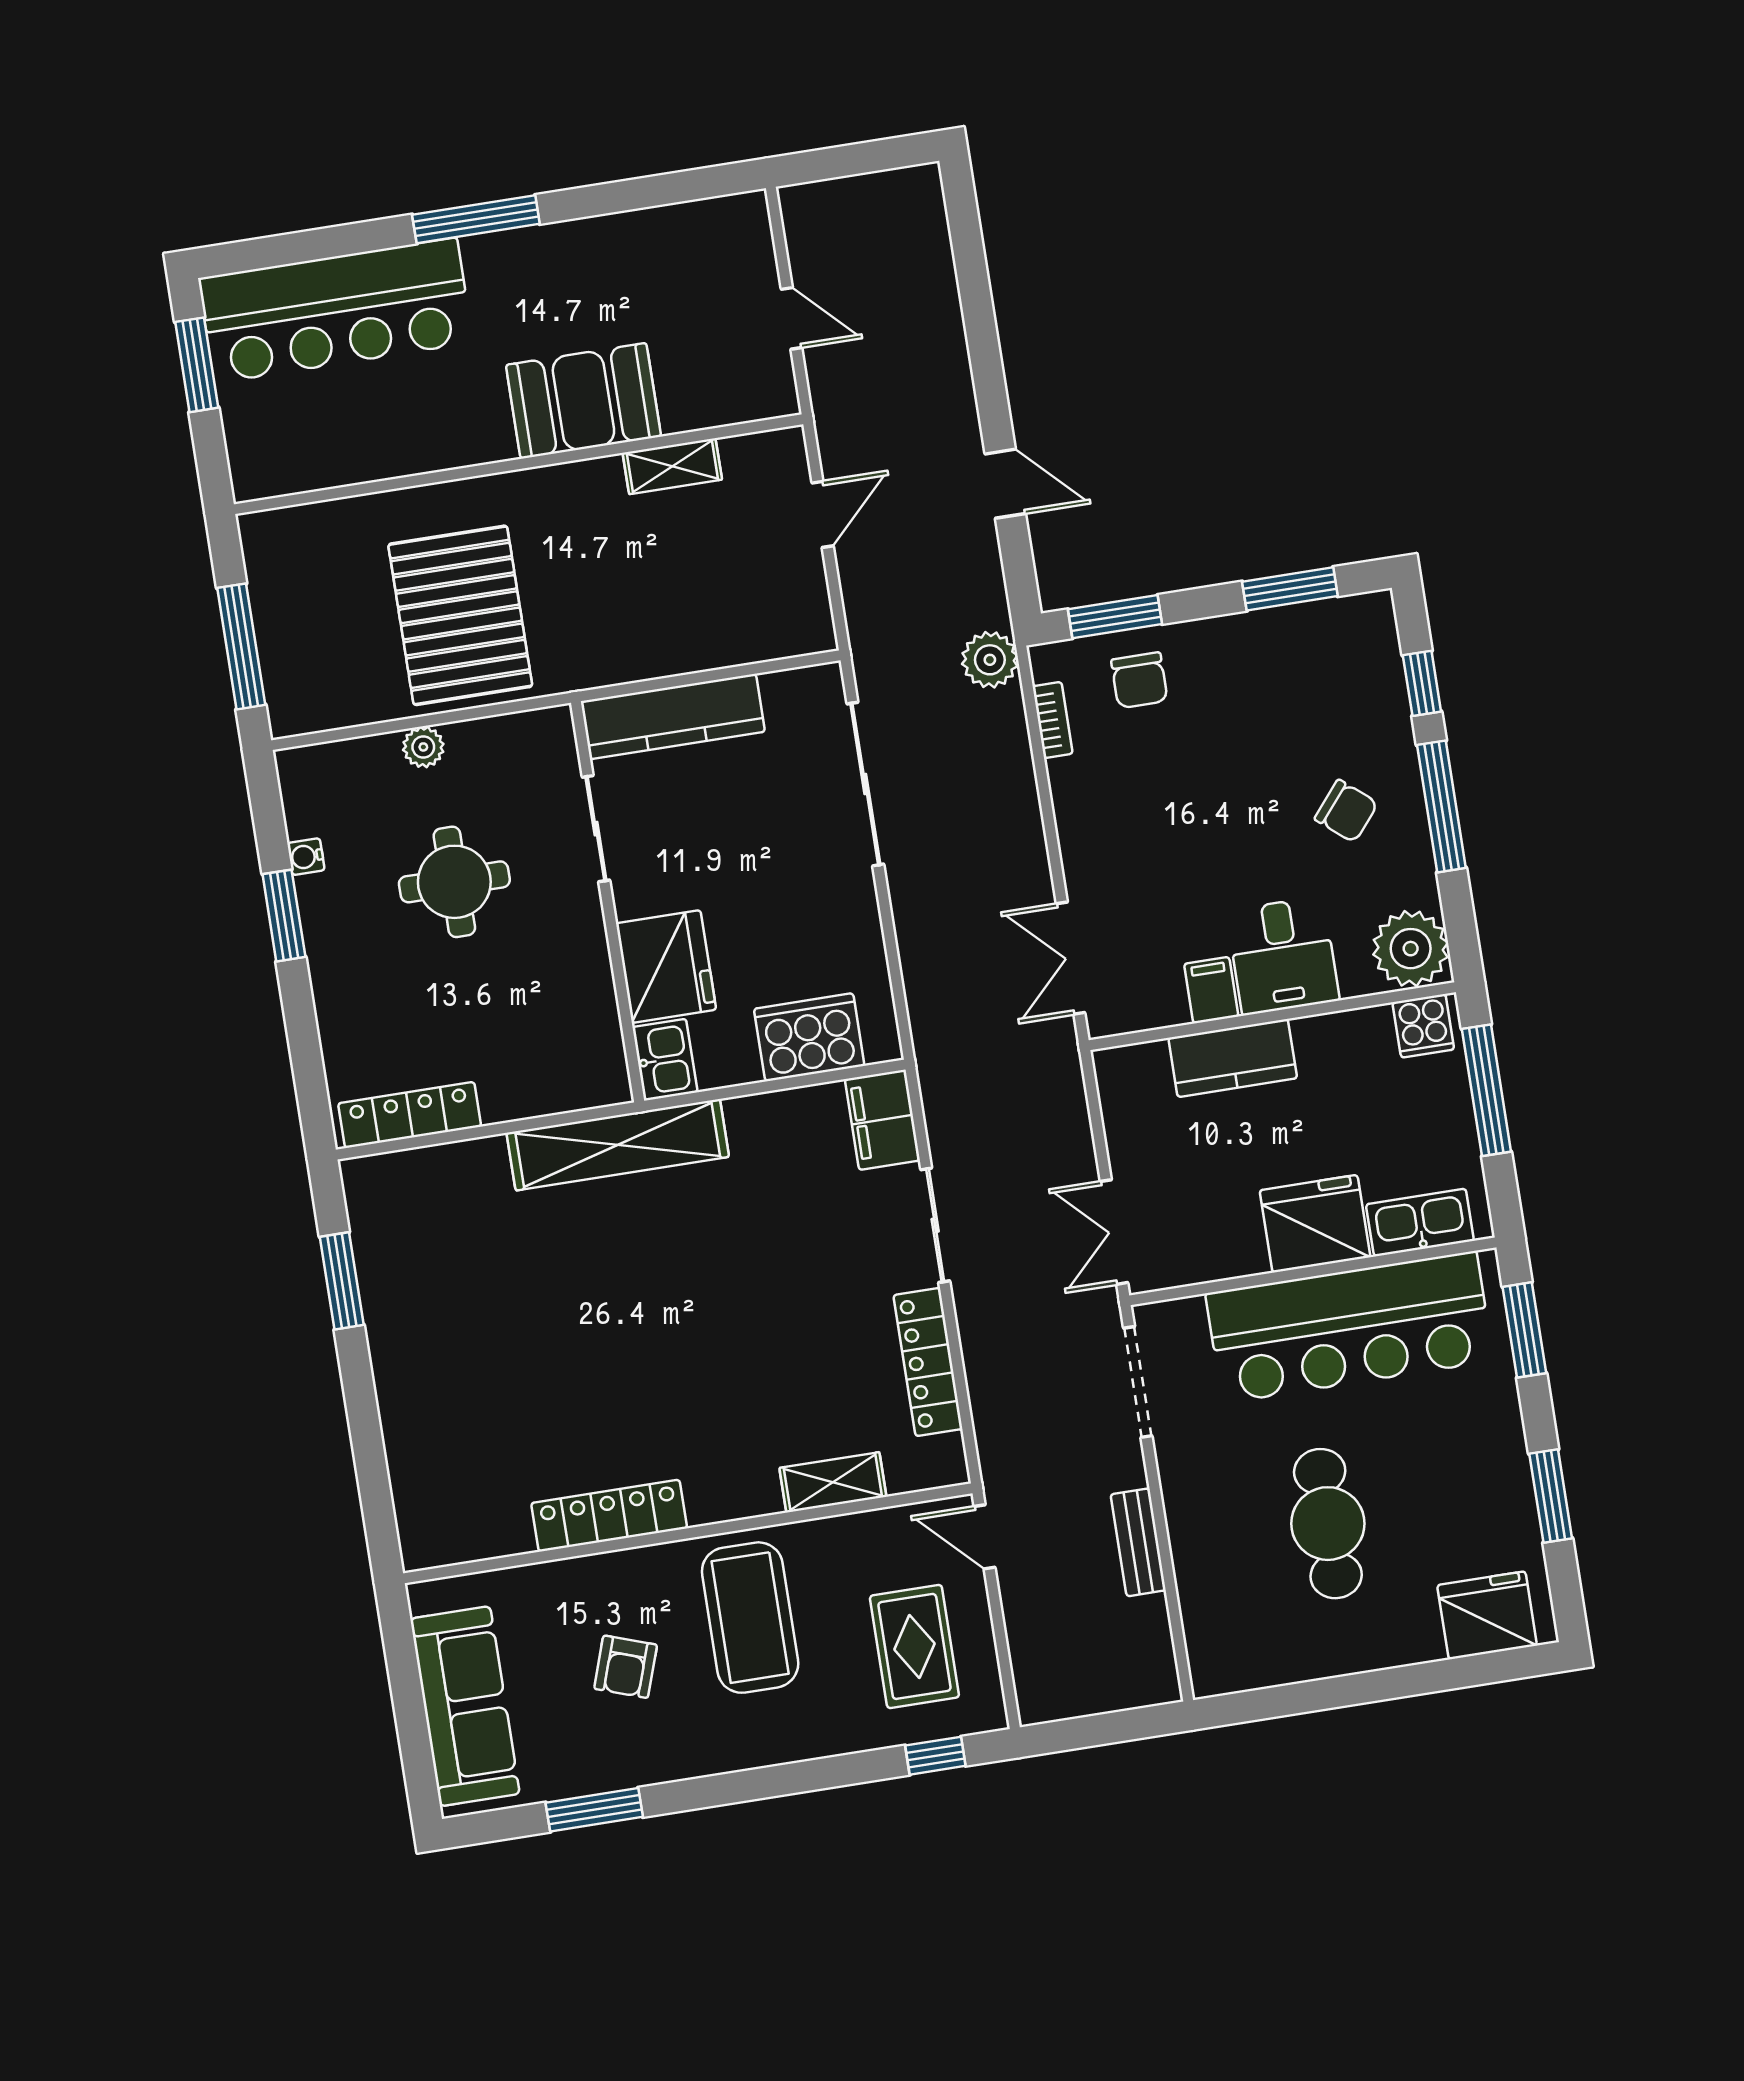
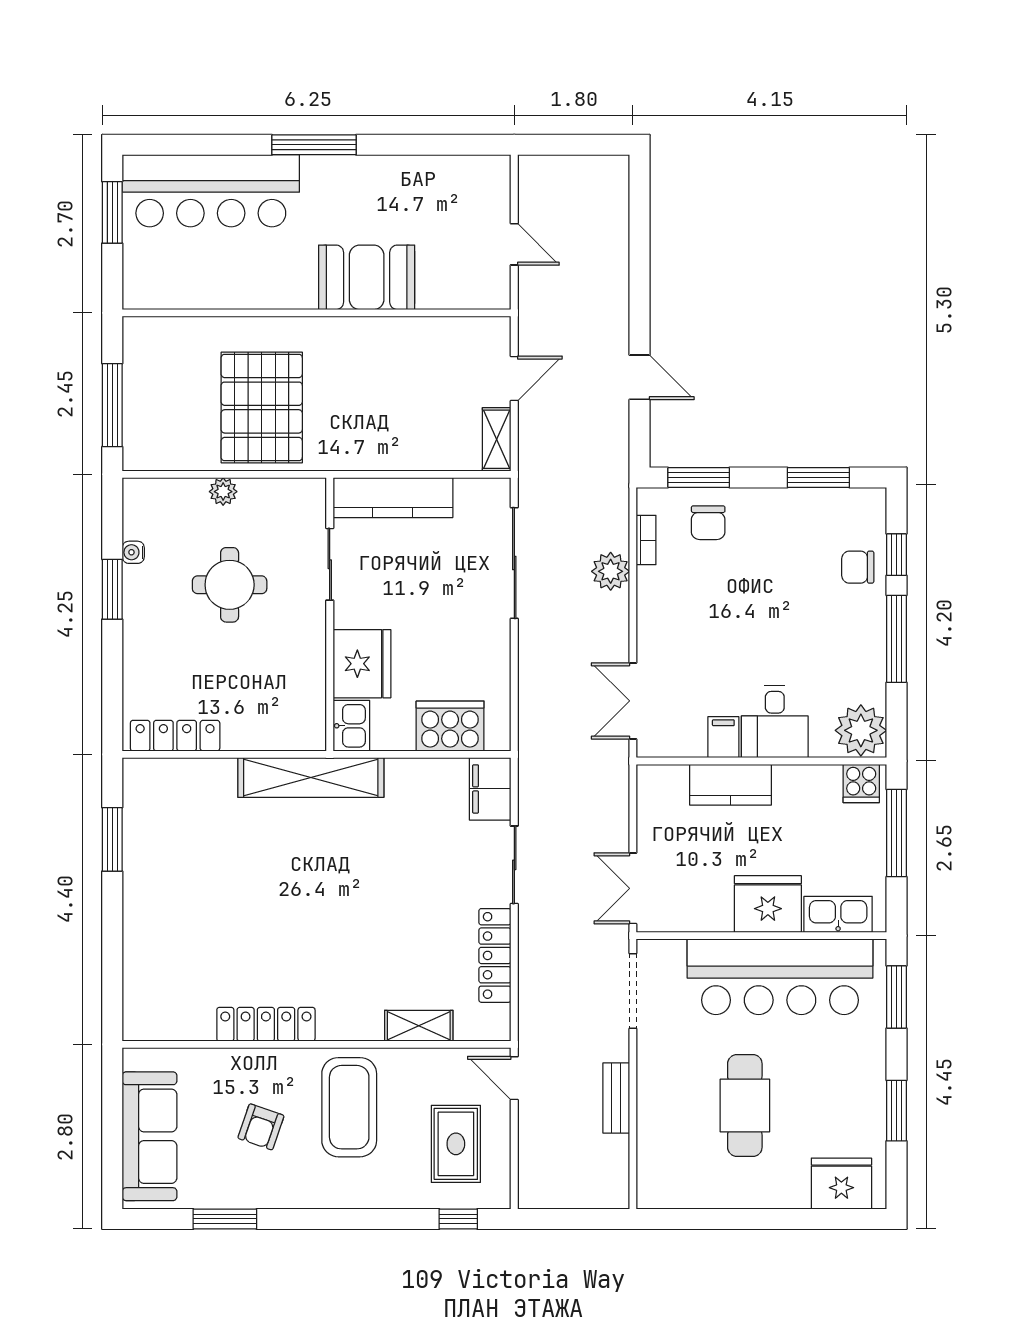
shelving: (672, 466) -> (497, 439), moved, turned 90
plant: (990, 660) -> (611, 571), moved
chair: (1346, 811) -> (858, 567), moved, turned 140

